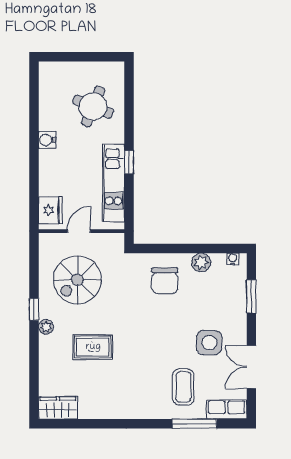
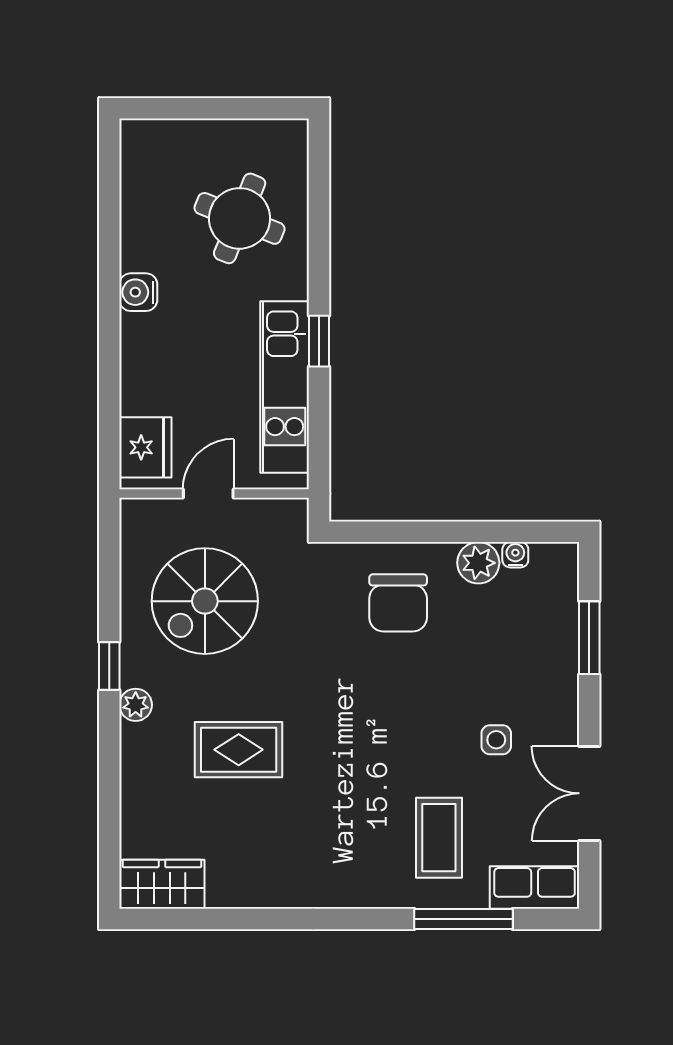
water cooler: (233, 259) -> (515, 555), moved
side table: (209, 343) -> (496, 740), width x0.54, depth x0.54

